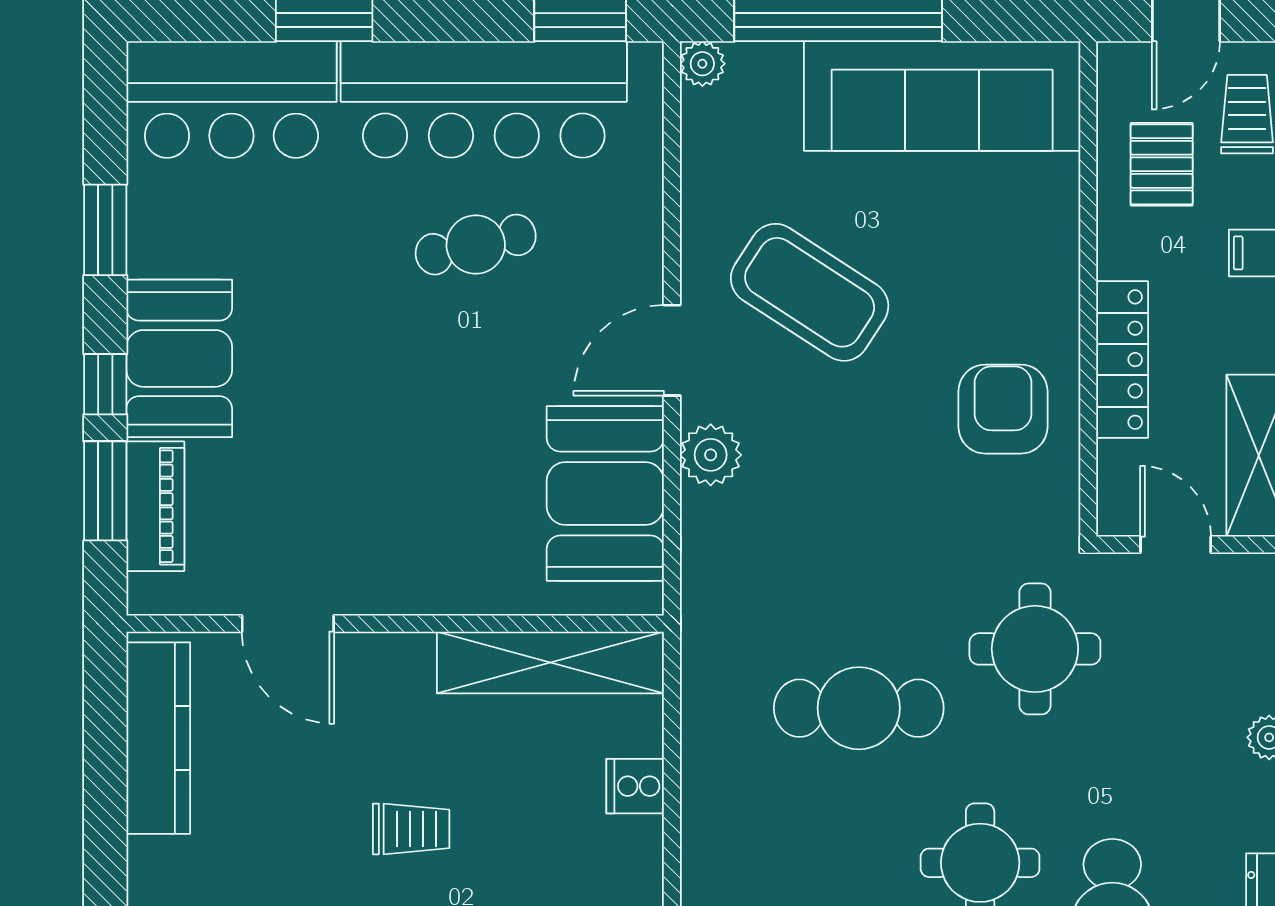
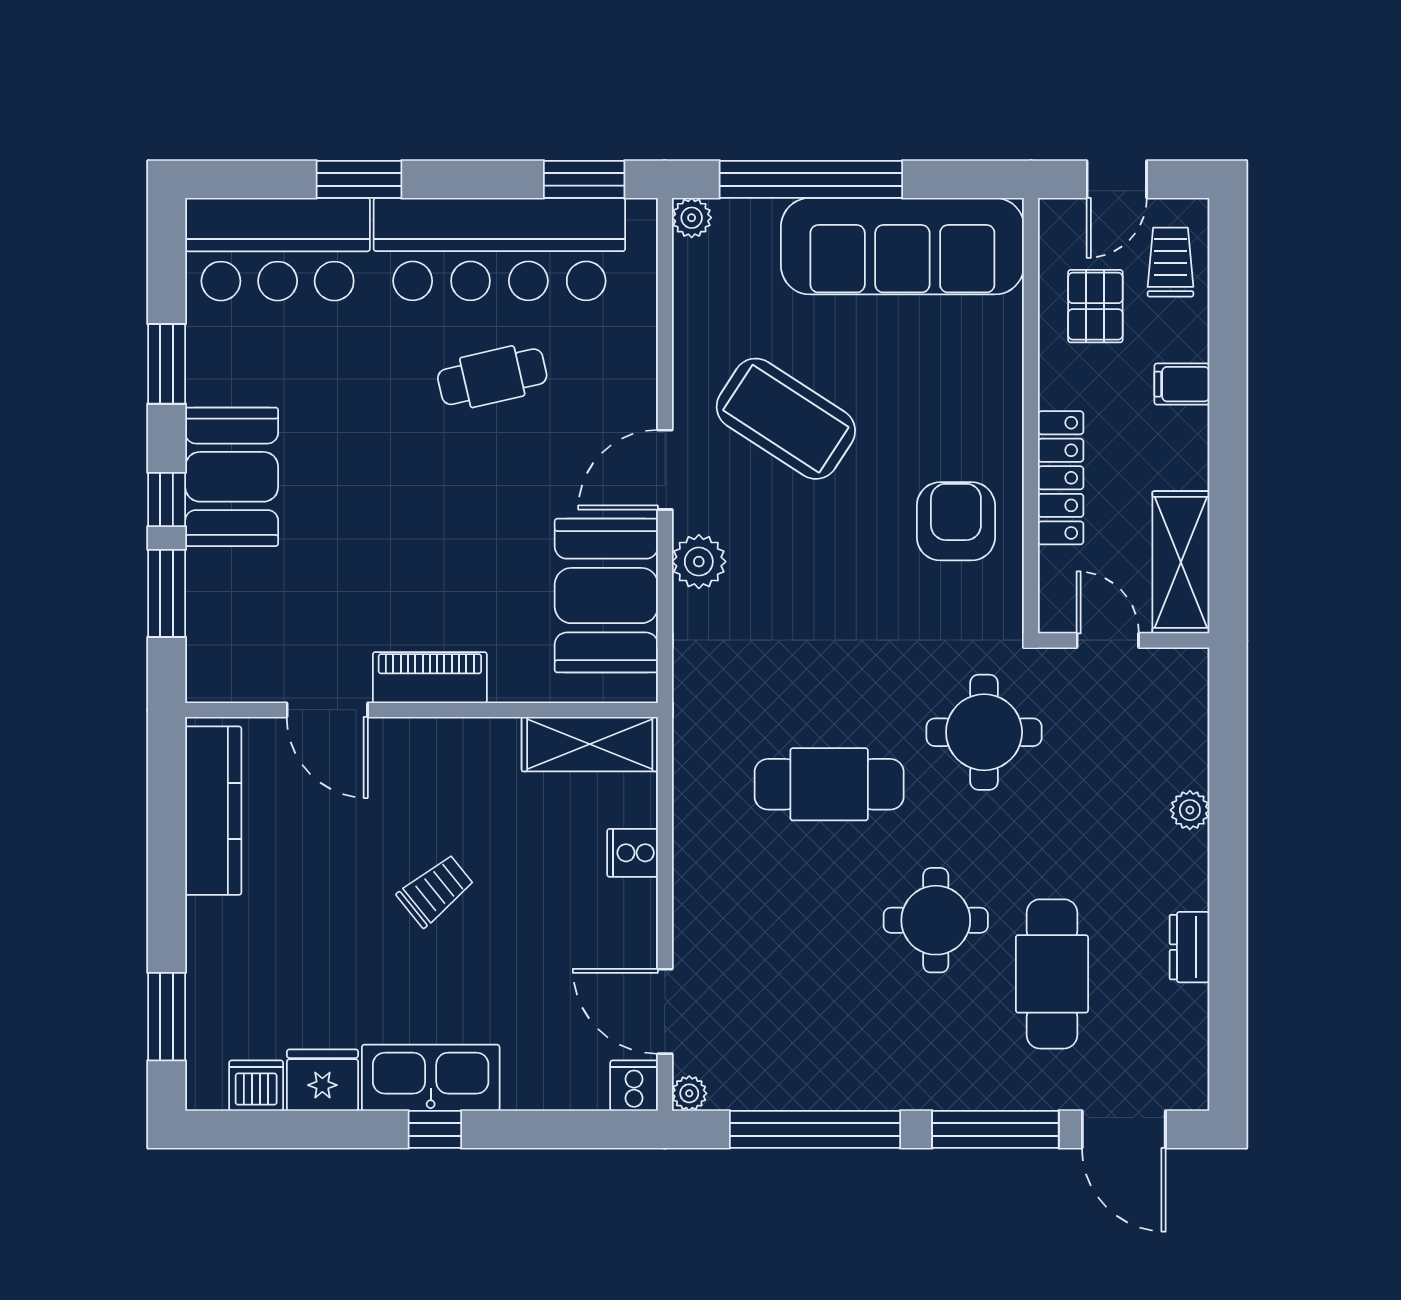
piano: (155, 506) -> (430, 678), moved, turned -90
shelving: (550, 662) -> (590, 744), width x0.68
trolley: (411, 829) -> (436, 890), turned -39

